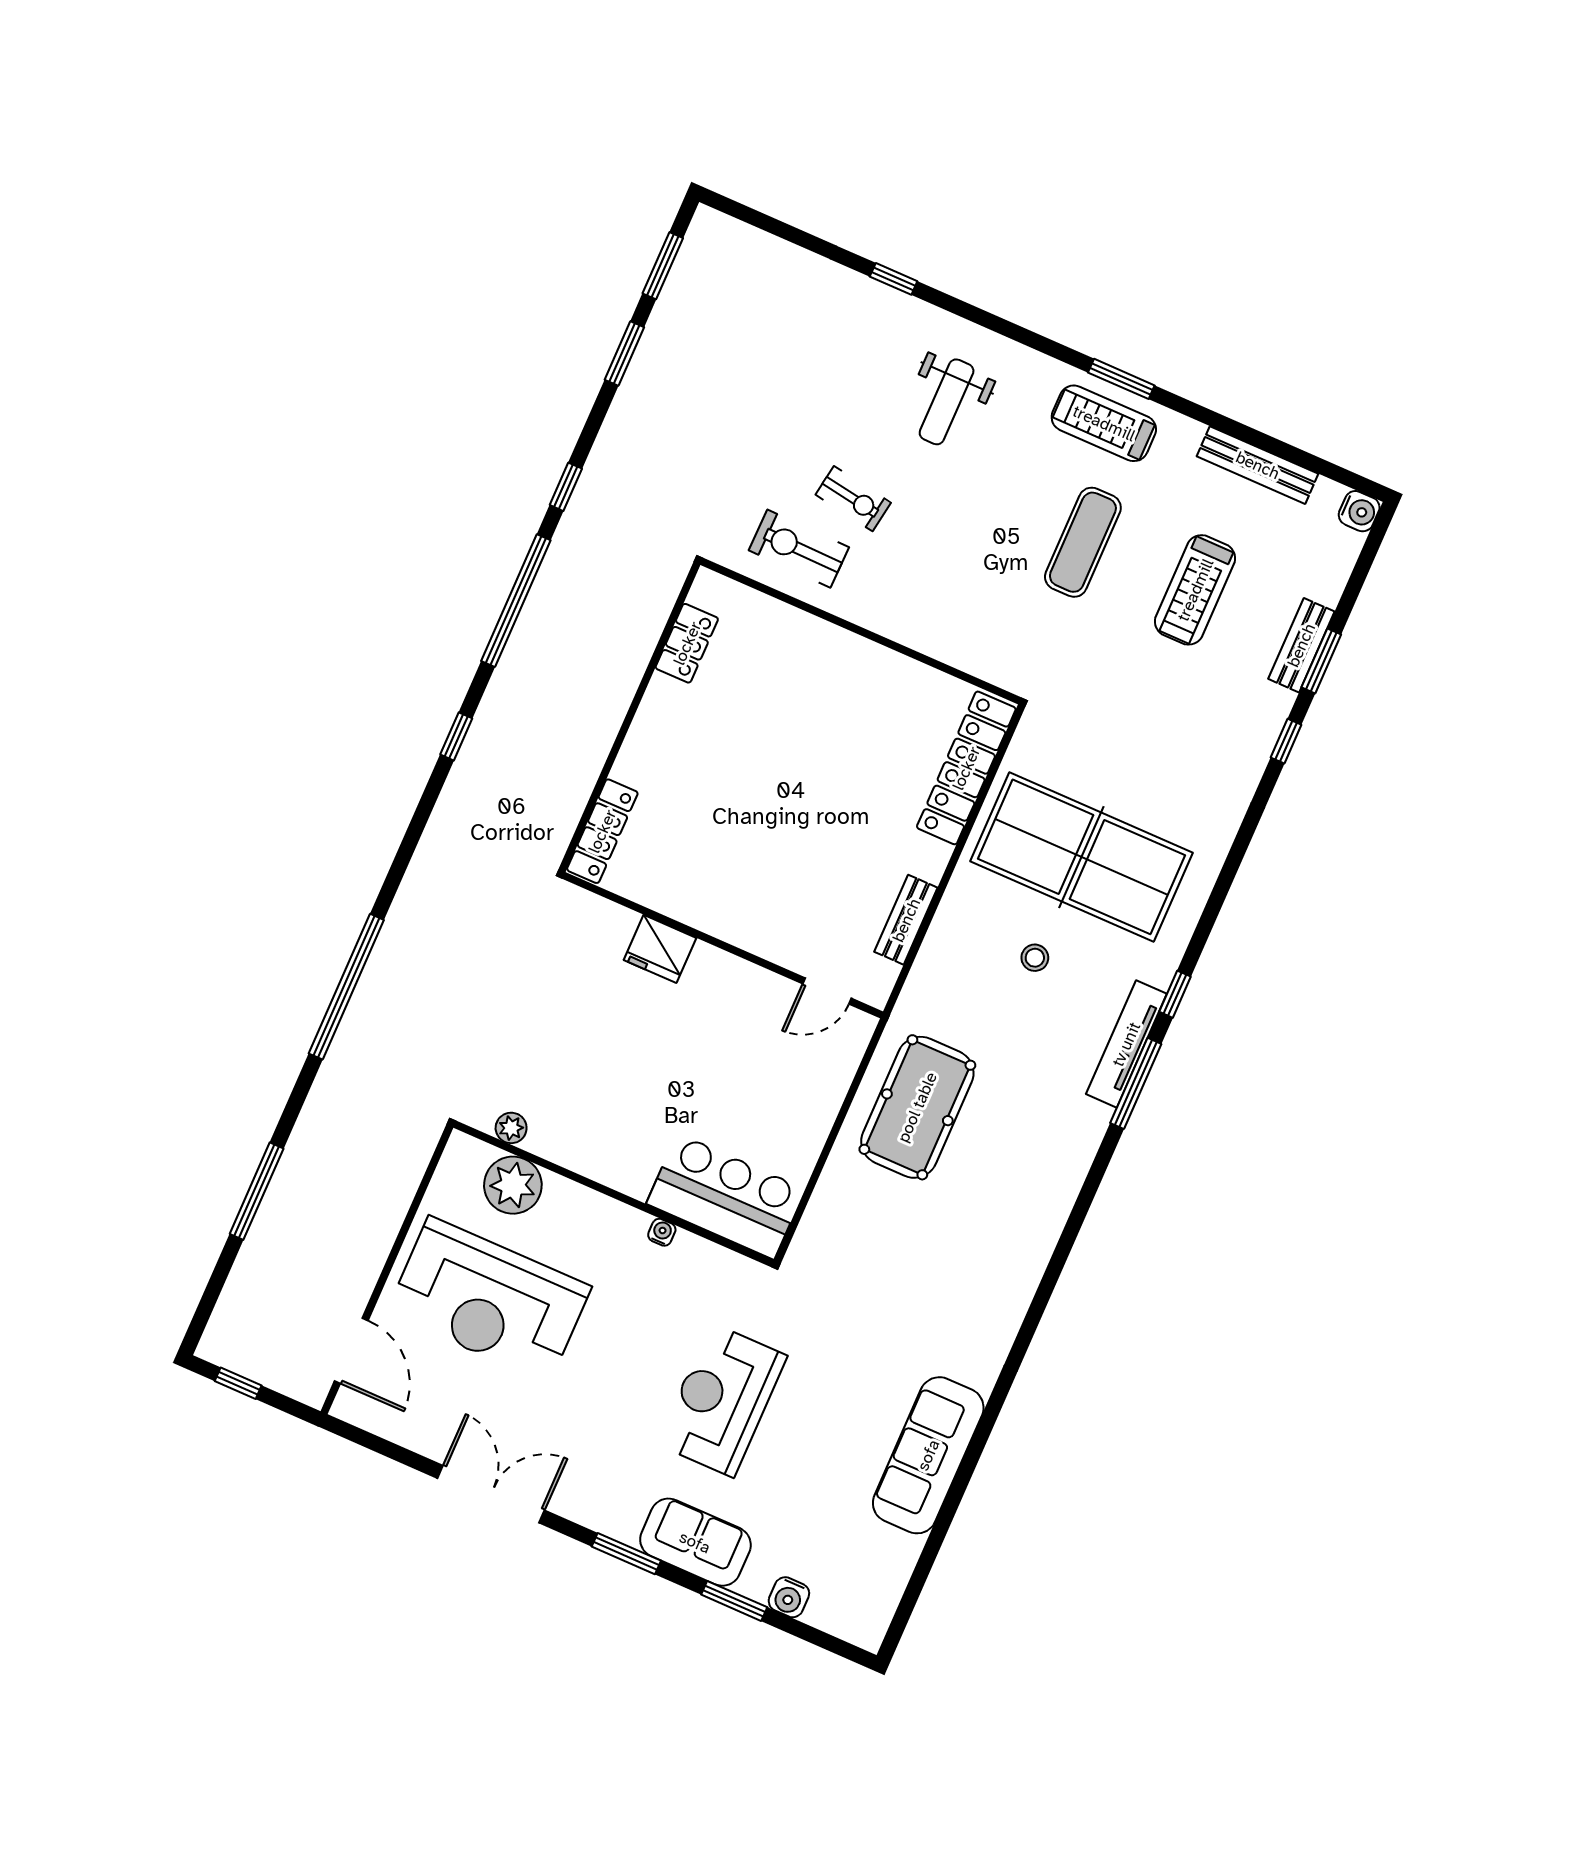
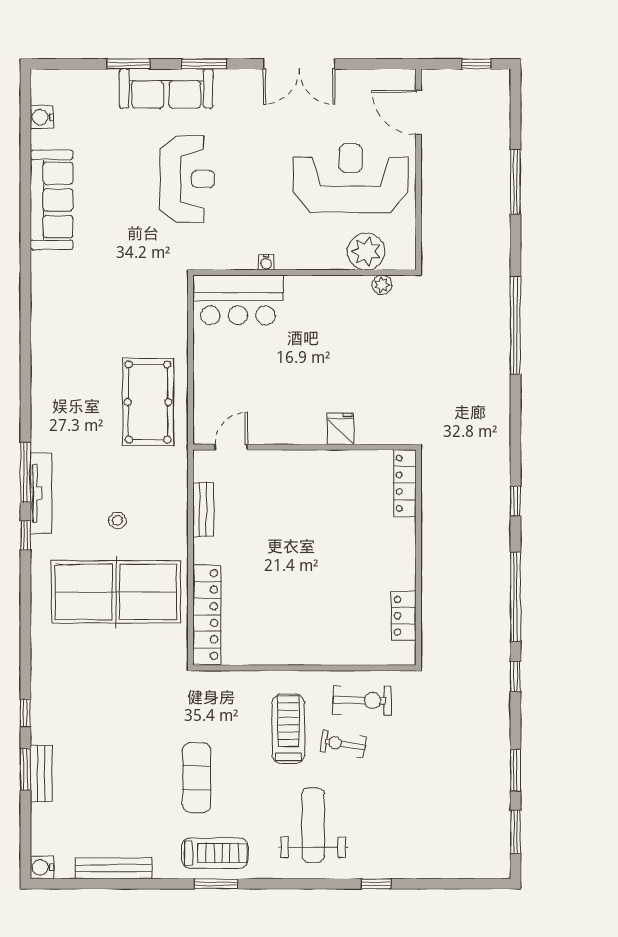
weight bench: (947, 402) -> (313, 825), width x1.36, depth x1.33
treadmill: (1195, 590) -> (288, 729), moved
fridge: (660, 949) -> (340, 429), width x0.72
sofa: (695, 1542) -> (166, 89), width x1.36
water cooler: (789, 1597) -> (42, 117), moved, turned -90

